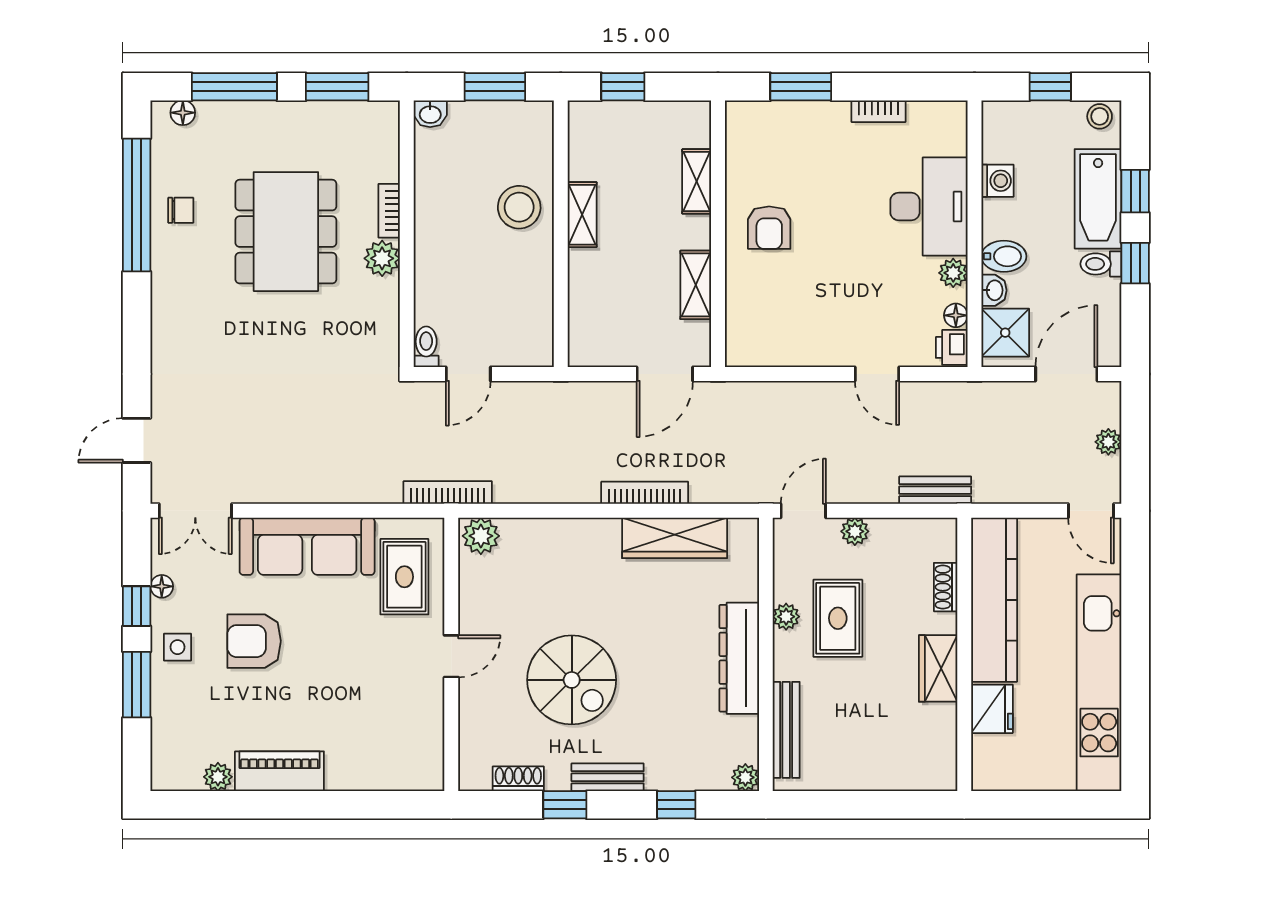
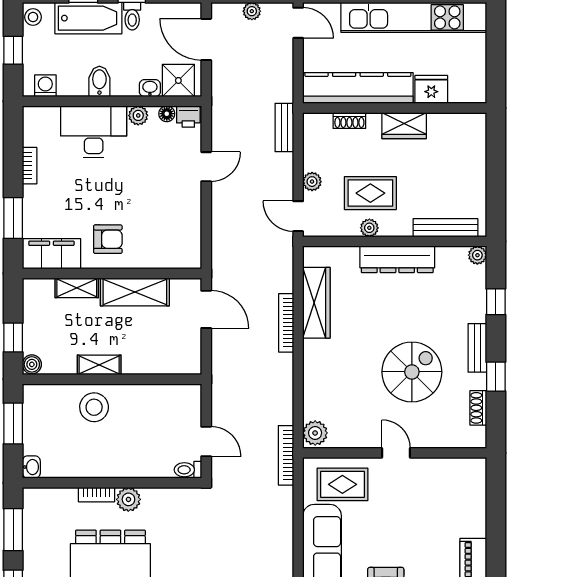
boiler: (583, 115) -> (32, 364), added
filing cabinet: (747, 144) -> (51, 254), added
washing machine: (997, 181) -> (45, 86), moved
bidet: (1004, 256) -> (99, 81), moved
shelving: (696, 285) -> (135, 292), width x1.50, depth x1.33
door: (1091, 511) -> (298, 23), hinge flipped

